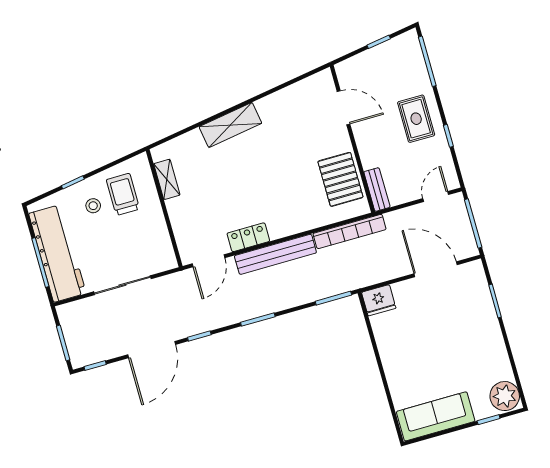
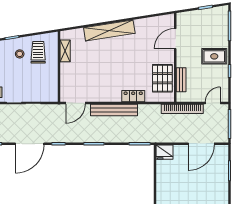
door: (343, 108) -> (175, 39), swing flipped
rug: (416, 119) -> (214, 56), turned 90
shelving: (230, 125) -> (109, 30), width x1.47
bench: (377, 190) -> (181, 80), moved
bookcase: (350, 231) -> (182, 109), moved
locker: (248, 237) -> (133, 96), moved
door: (436, 269) -> (201, 144), swing flipped

